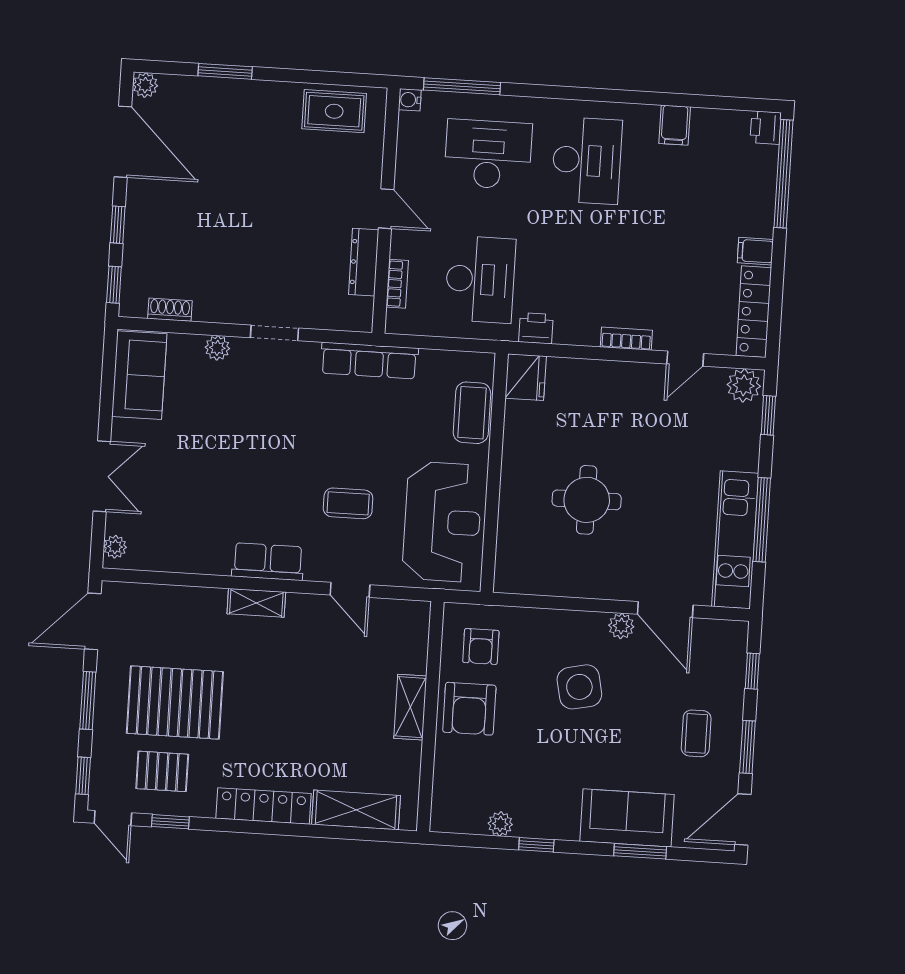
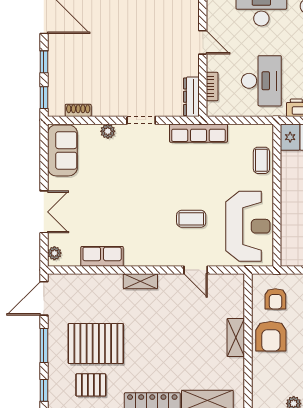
dresser: (364, 262) -> (191, 97), moved
coffee table: (472, 413) -> (261, 160), width x0.73, depth x0.77
row of seats: (268, 562) -> (102, 256), moved

